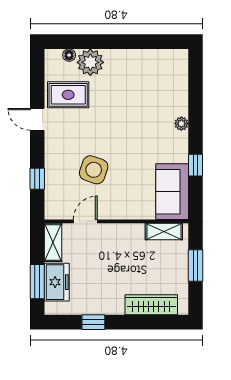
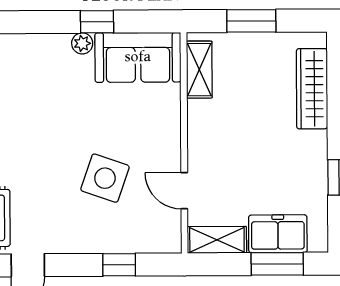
plant: (181, 124) -> (82, 43), moved

